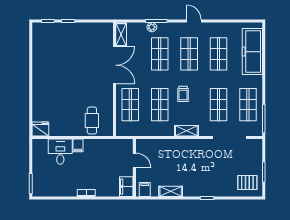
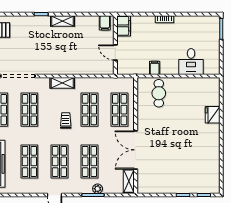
fridge: (40, 129) -> (213, 115), moved, turned 90
filing cabinet: (78, 145) -> (155, 68), moved
shelving: (171, 191) -> (63, 21), moved

